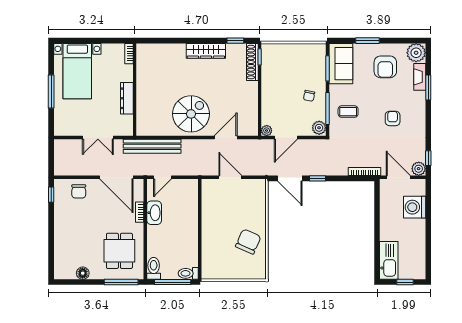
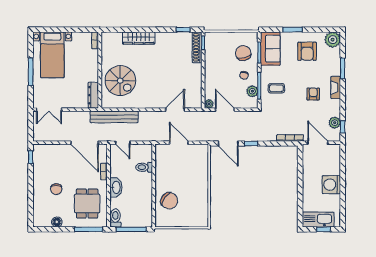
wardrobe: (206, 51) -> (139, 38), moved
chair: (308, 69) -> (243, 53), added
fireplace: (420, 77) -> (336, 88), moved
dresser: (127, 98) -> (93, 95), moved
spiral stairs: (191, 114) -> (120, 81), moved, turned 90
plant: (319, 128) -> (252, 91), moved
double door: (98, 137) -> (49, 110), moved
door: (286, 137) -> (225, 110), swing flipped
plant: (419, 169) -> (335, 123), moved
door: (162, 177) -> (123, 143), hinge flipped
chair: (79, 191) -> (56, 189), moved
washing machine: (415, 207) -> (331, 185), moved
washbasin: (154, 213) -> (116, 187), moved
chair: (248, 242) -> (169, 201), moved, turned 102
kitchen sink: (389, 260) -> (318, 220), moved, turned -90
toilet: (188, 273) -> (144, 167), moved

